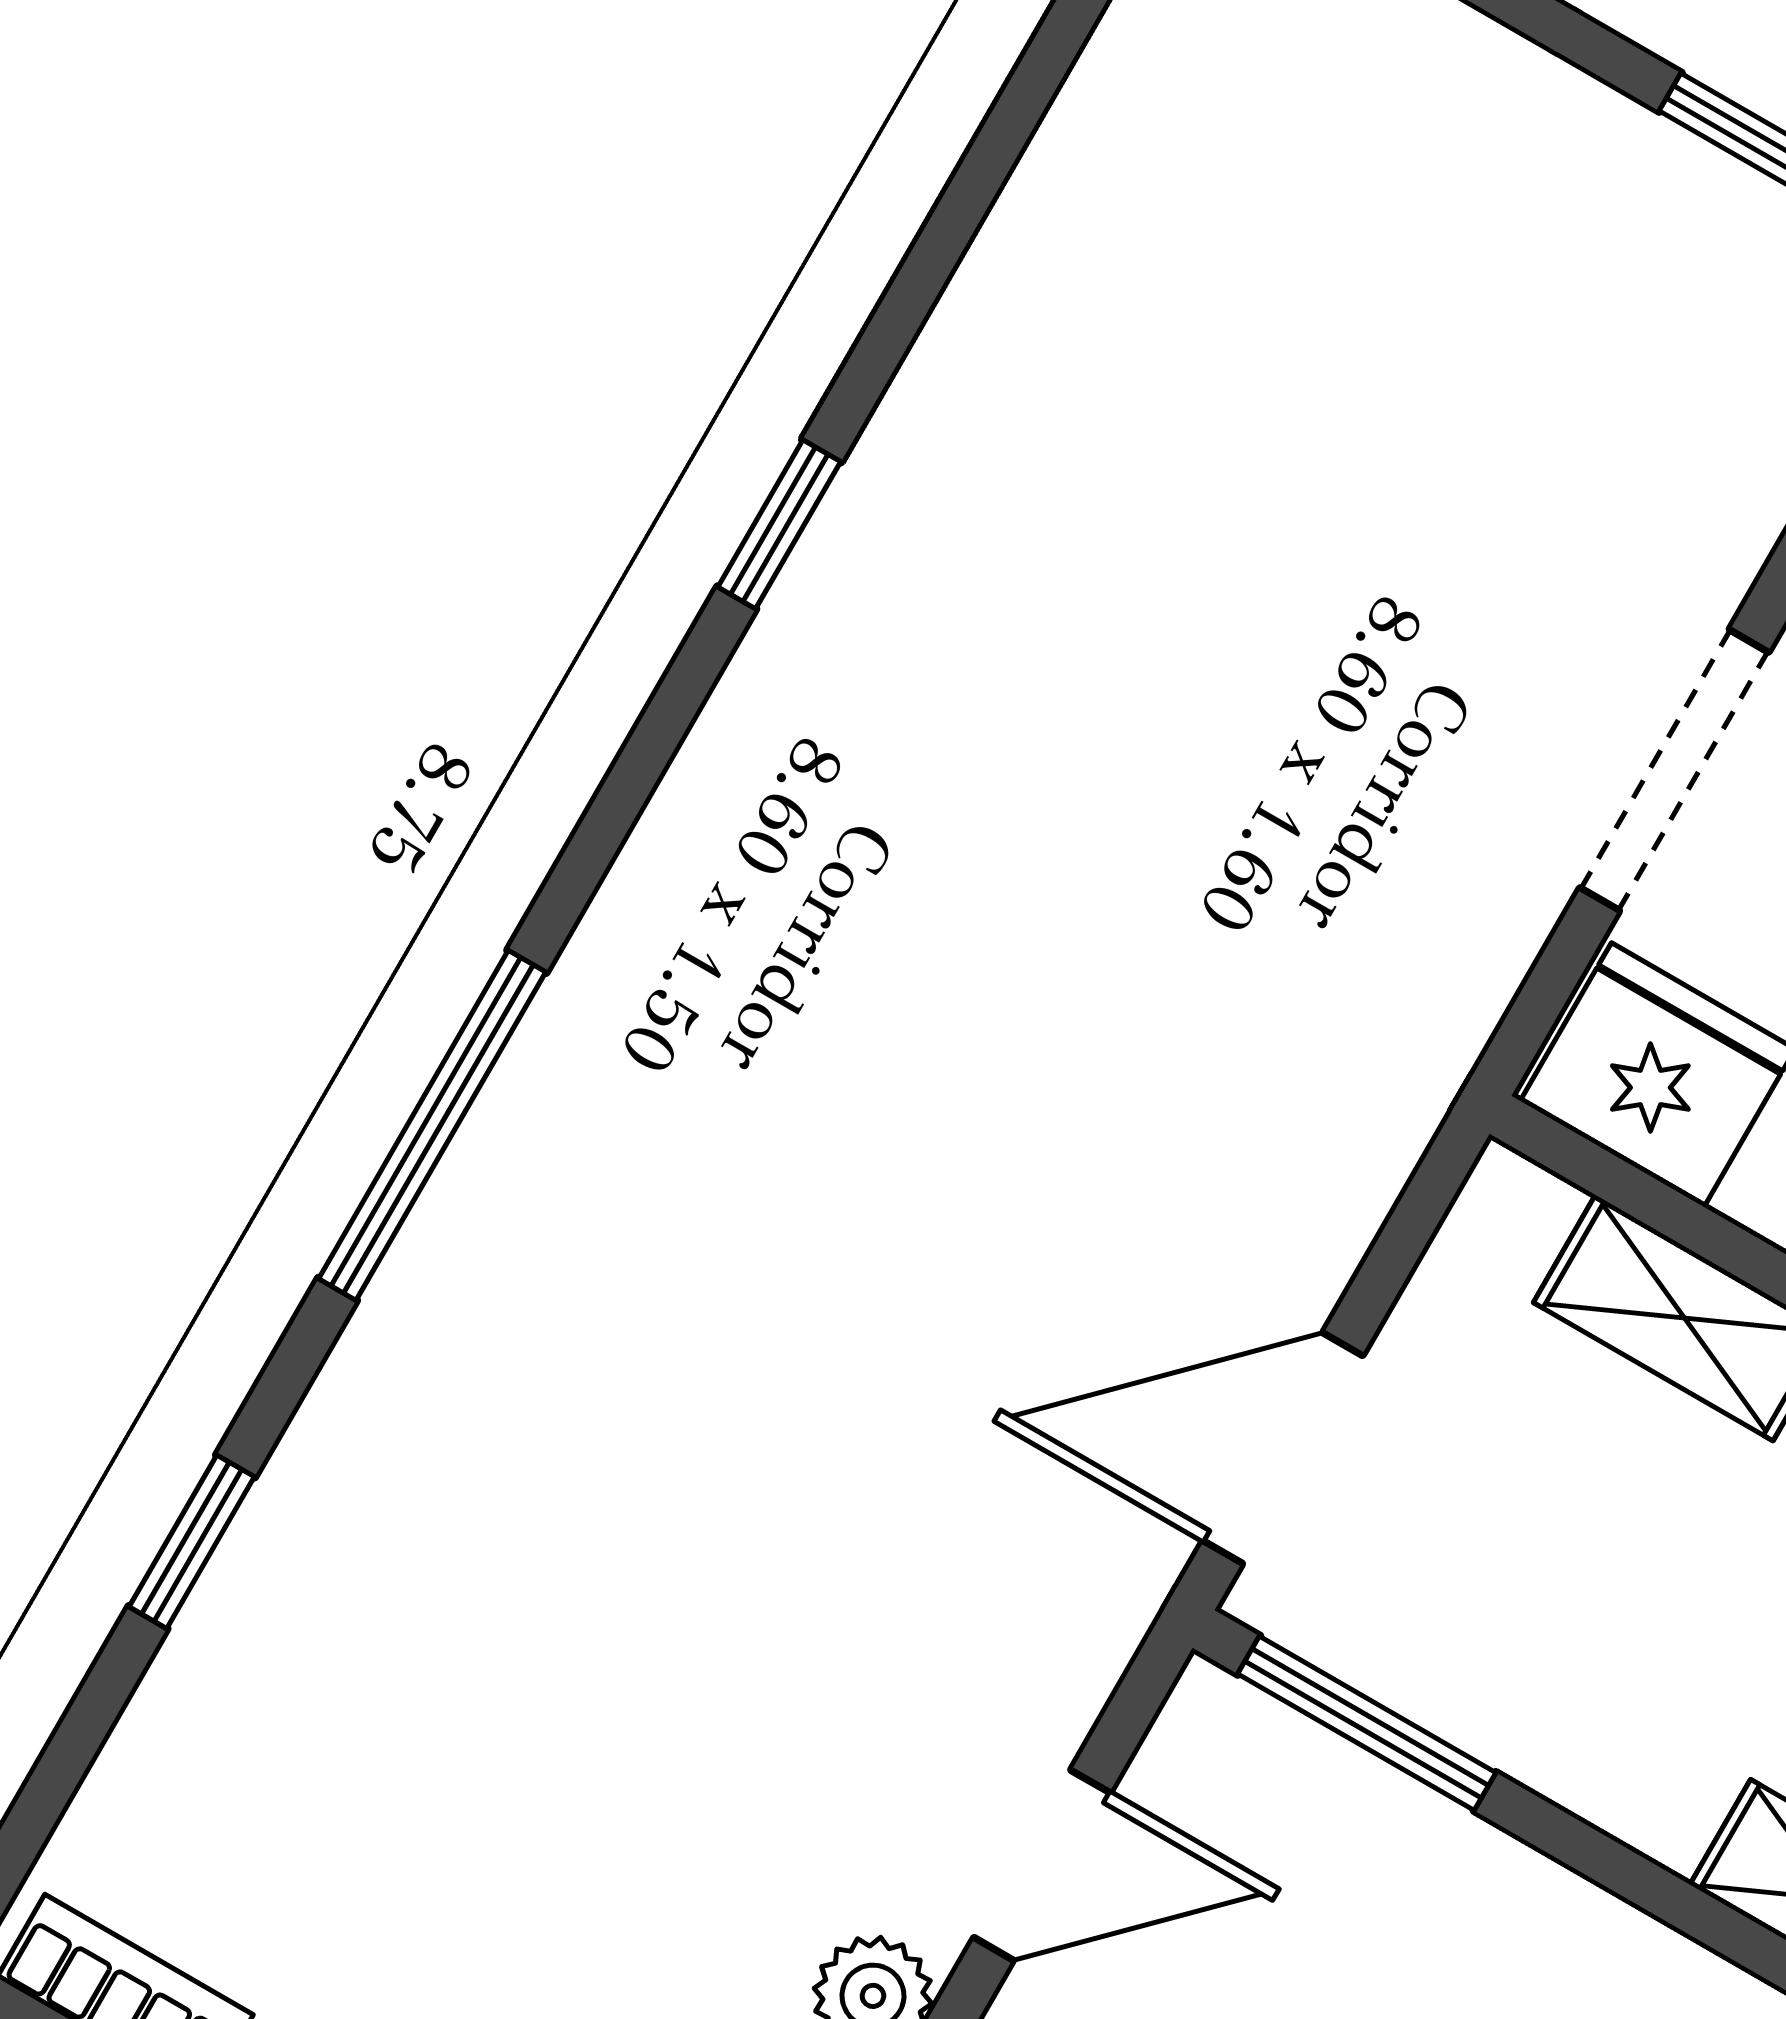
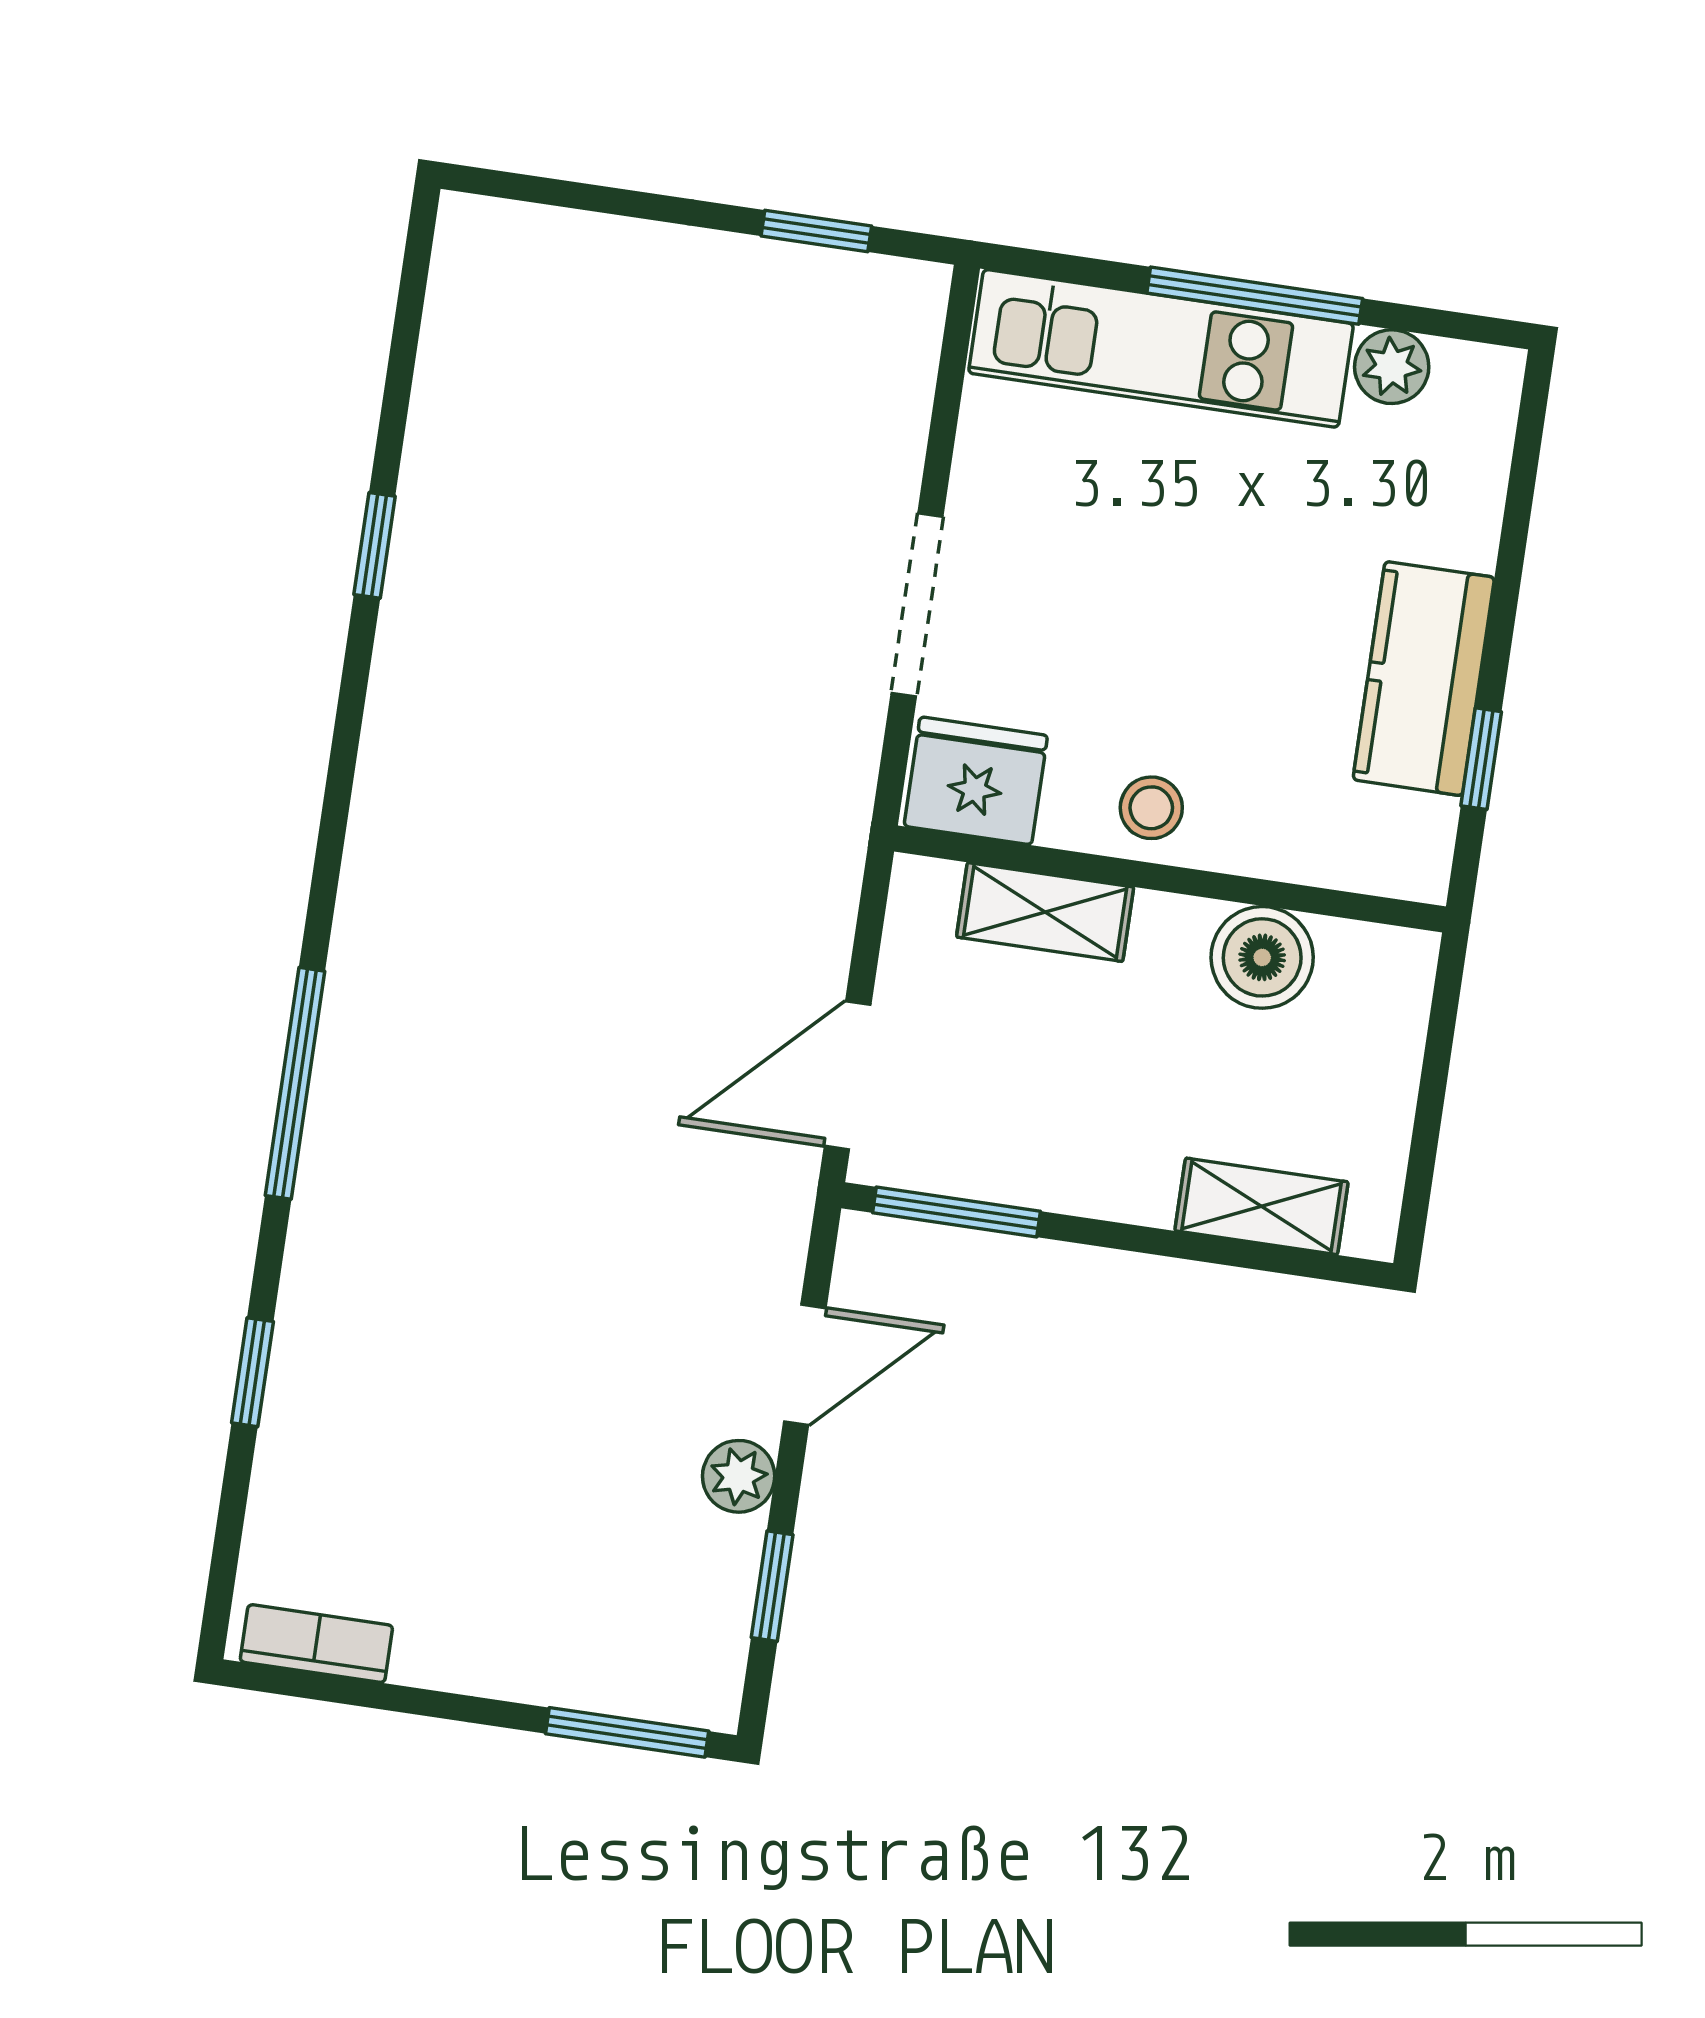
window: (779, 524) -> (375, 545), moved

